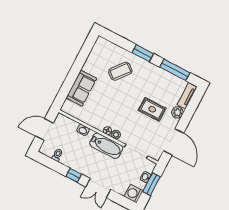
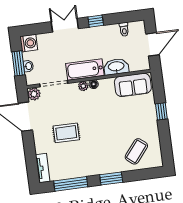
coffee table: (120, 71) -> (136, 151), moved
window: (72, 76) -> (161, 111), added
sofa: (81, 88) -> (133, 85), moved, turned -90
plant: (177, 112) -> (34, 94), moved
washbasin: (83, 130) -> (116, 67), width x1.91, depth x1.45

